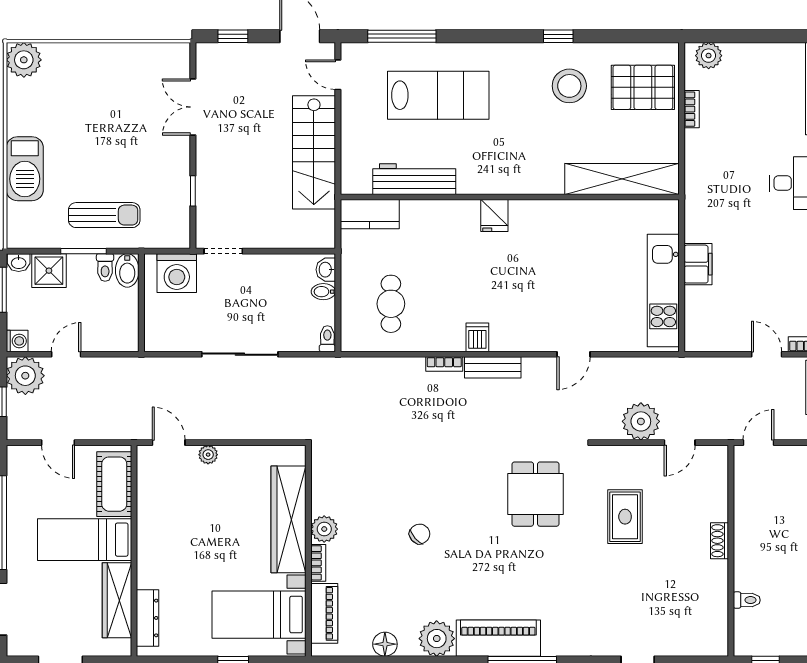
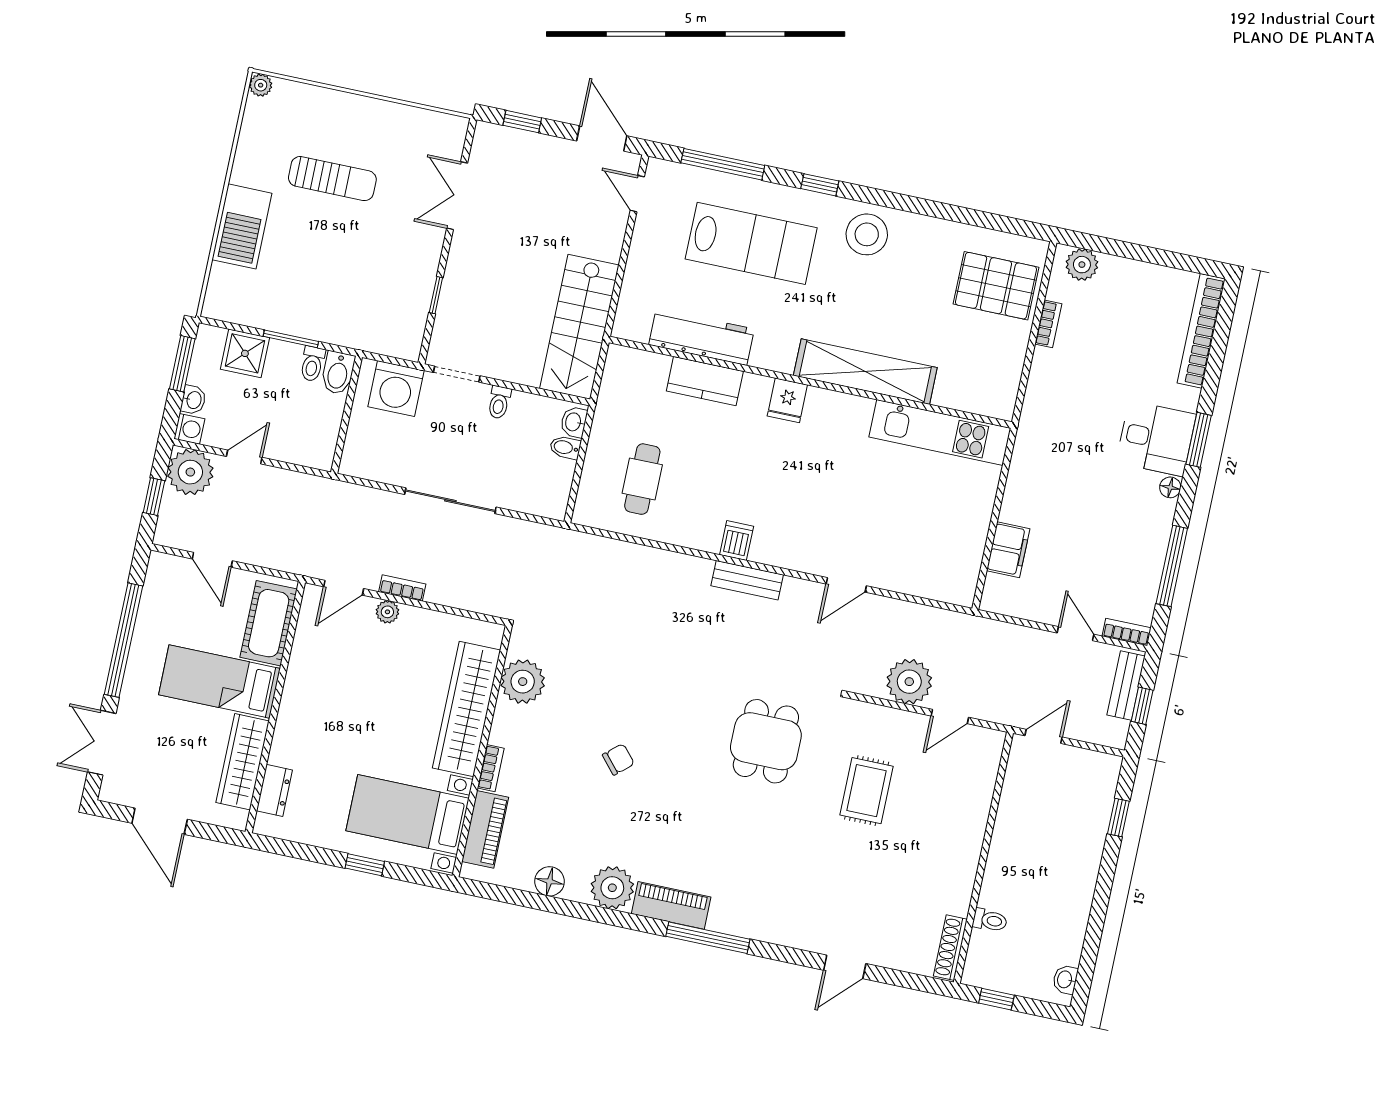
window: (558, 36) -> (820, 185), moved
plant: (24, 60) -> (261, 85), width x0.53, depth x0.53
stool: (569, 86) -> (867, 234), moved
stairs: (314, 152) -> (579, 327), moved
shelving: (622, 179) -> (865, 372), moved
kitchen counter: (370, 214) -> (705, 381), moved
sun lounger: (104, 215) -> (332, 179), moved
washbasin: (19, 263) -> (193, 400), moved, turned -90
filing cabinet: (698, 264) -> (1008, 550), moved
kitchen unit: (663, 290) -> (940, 433), moved, turned -90
toilet: (327, 339) -> (499, 402), moved, turned 180
bookcase: (444, 364) -> (402, 588), moved, turned 180
door: (169, 443) -> (344, 588), swing flipped
plant: (324, 529) -> (523, 682), moved, width x1.36, depth x1.36
shoe rack: (720, 541) -> (950, 948), moved, width x1.43
dresser: (148, 618) -> (274, 790), width x0.70
piano: (498, 638) -> (671, 905), width x0.73, depth x0.75

